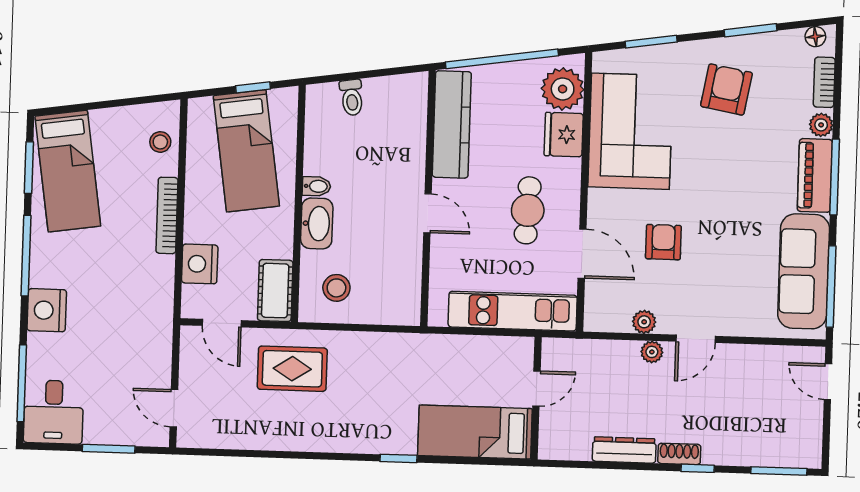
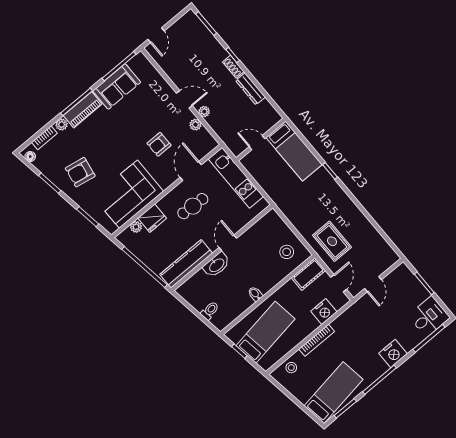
plant: (563, 89) -> (136, 227), width x0.53, depth x0.53
washbasin: (317, 223) -> (216, 265), moved, turned 180
sofa: (804, 271) -> (117, 87), width x0.73
door: (174, 408) -> (373, 284), moved

